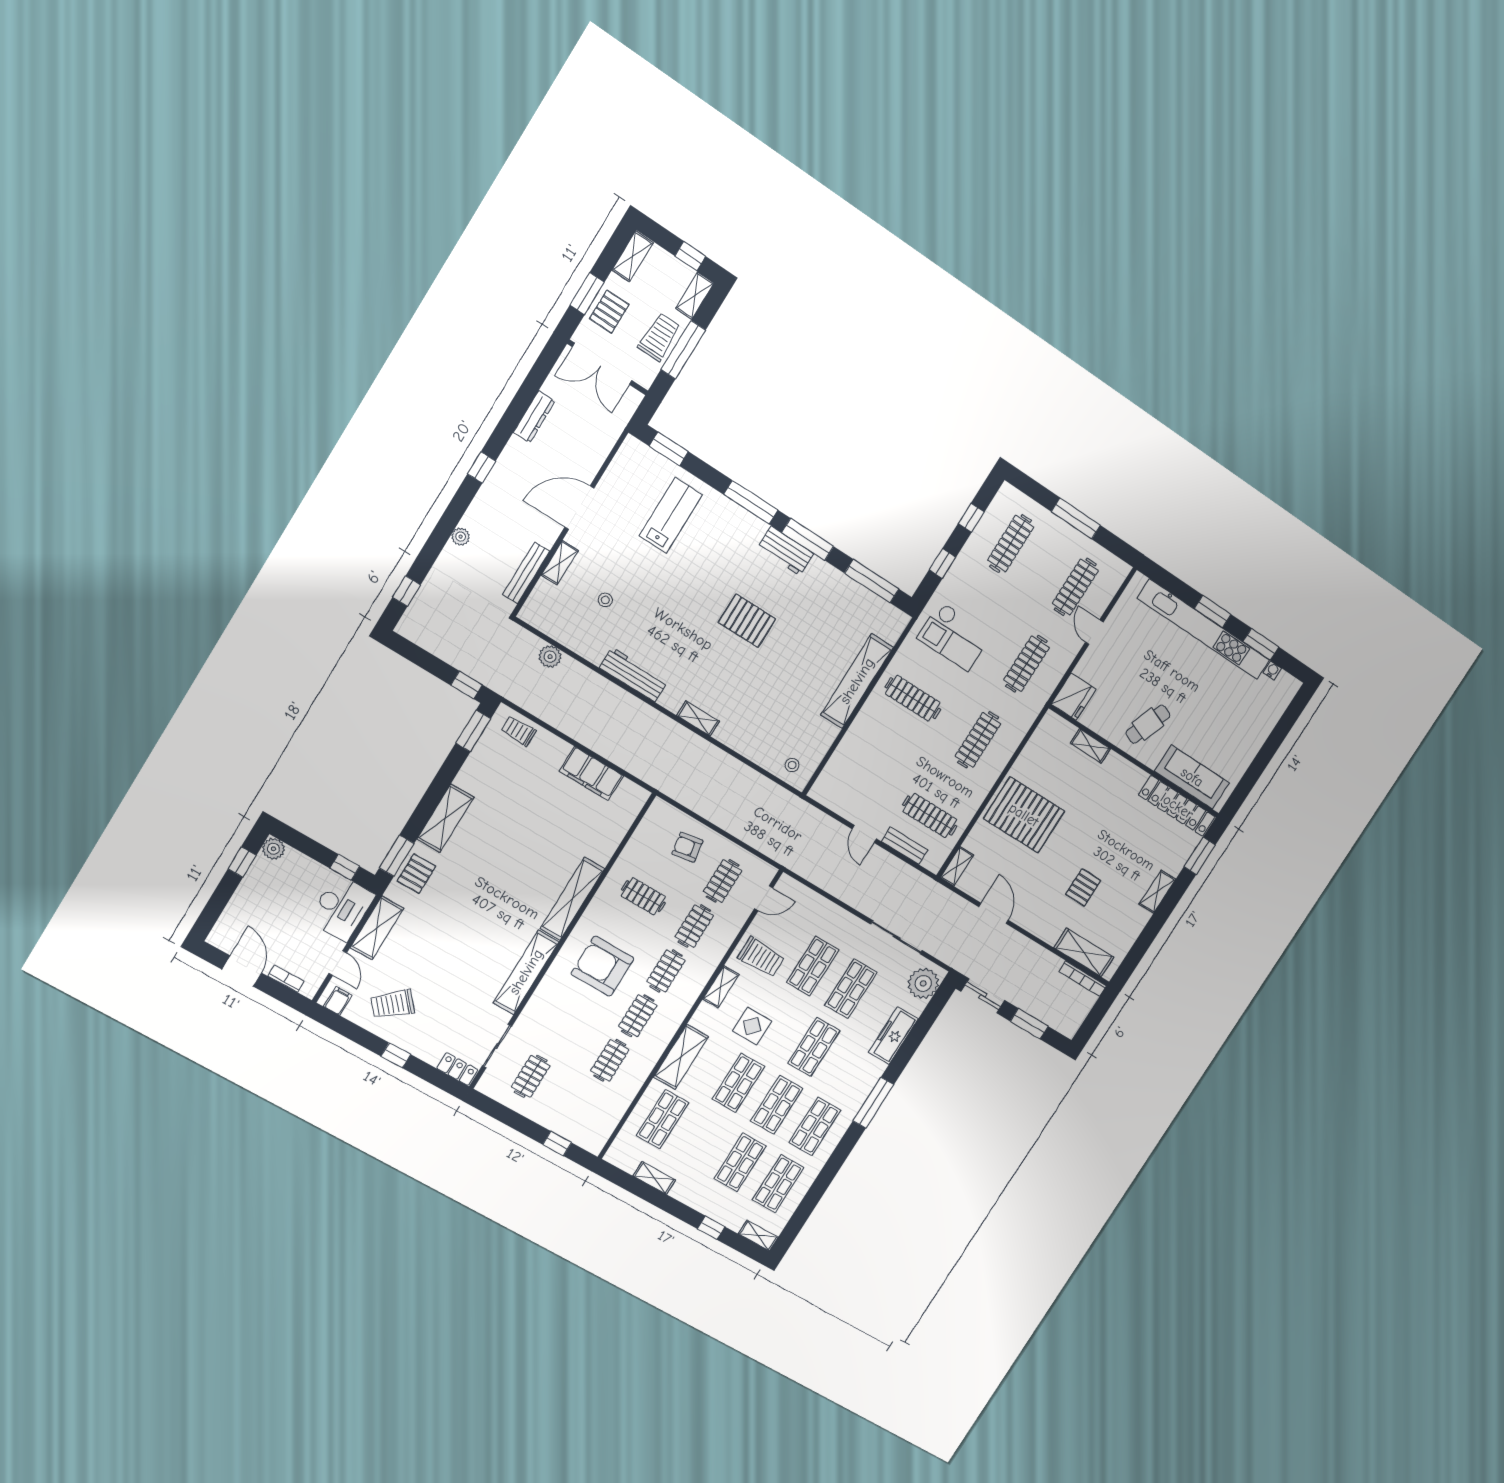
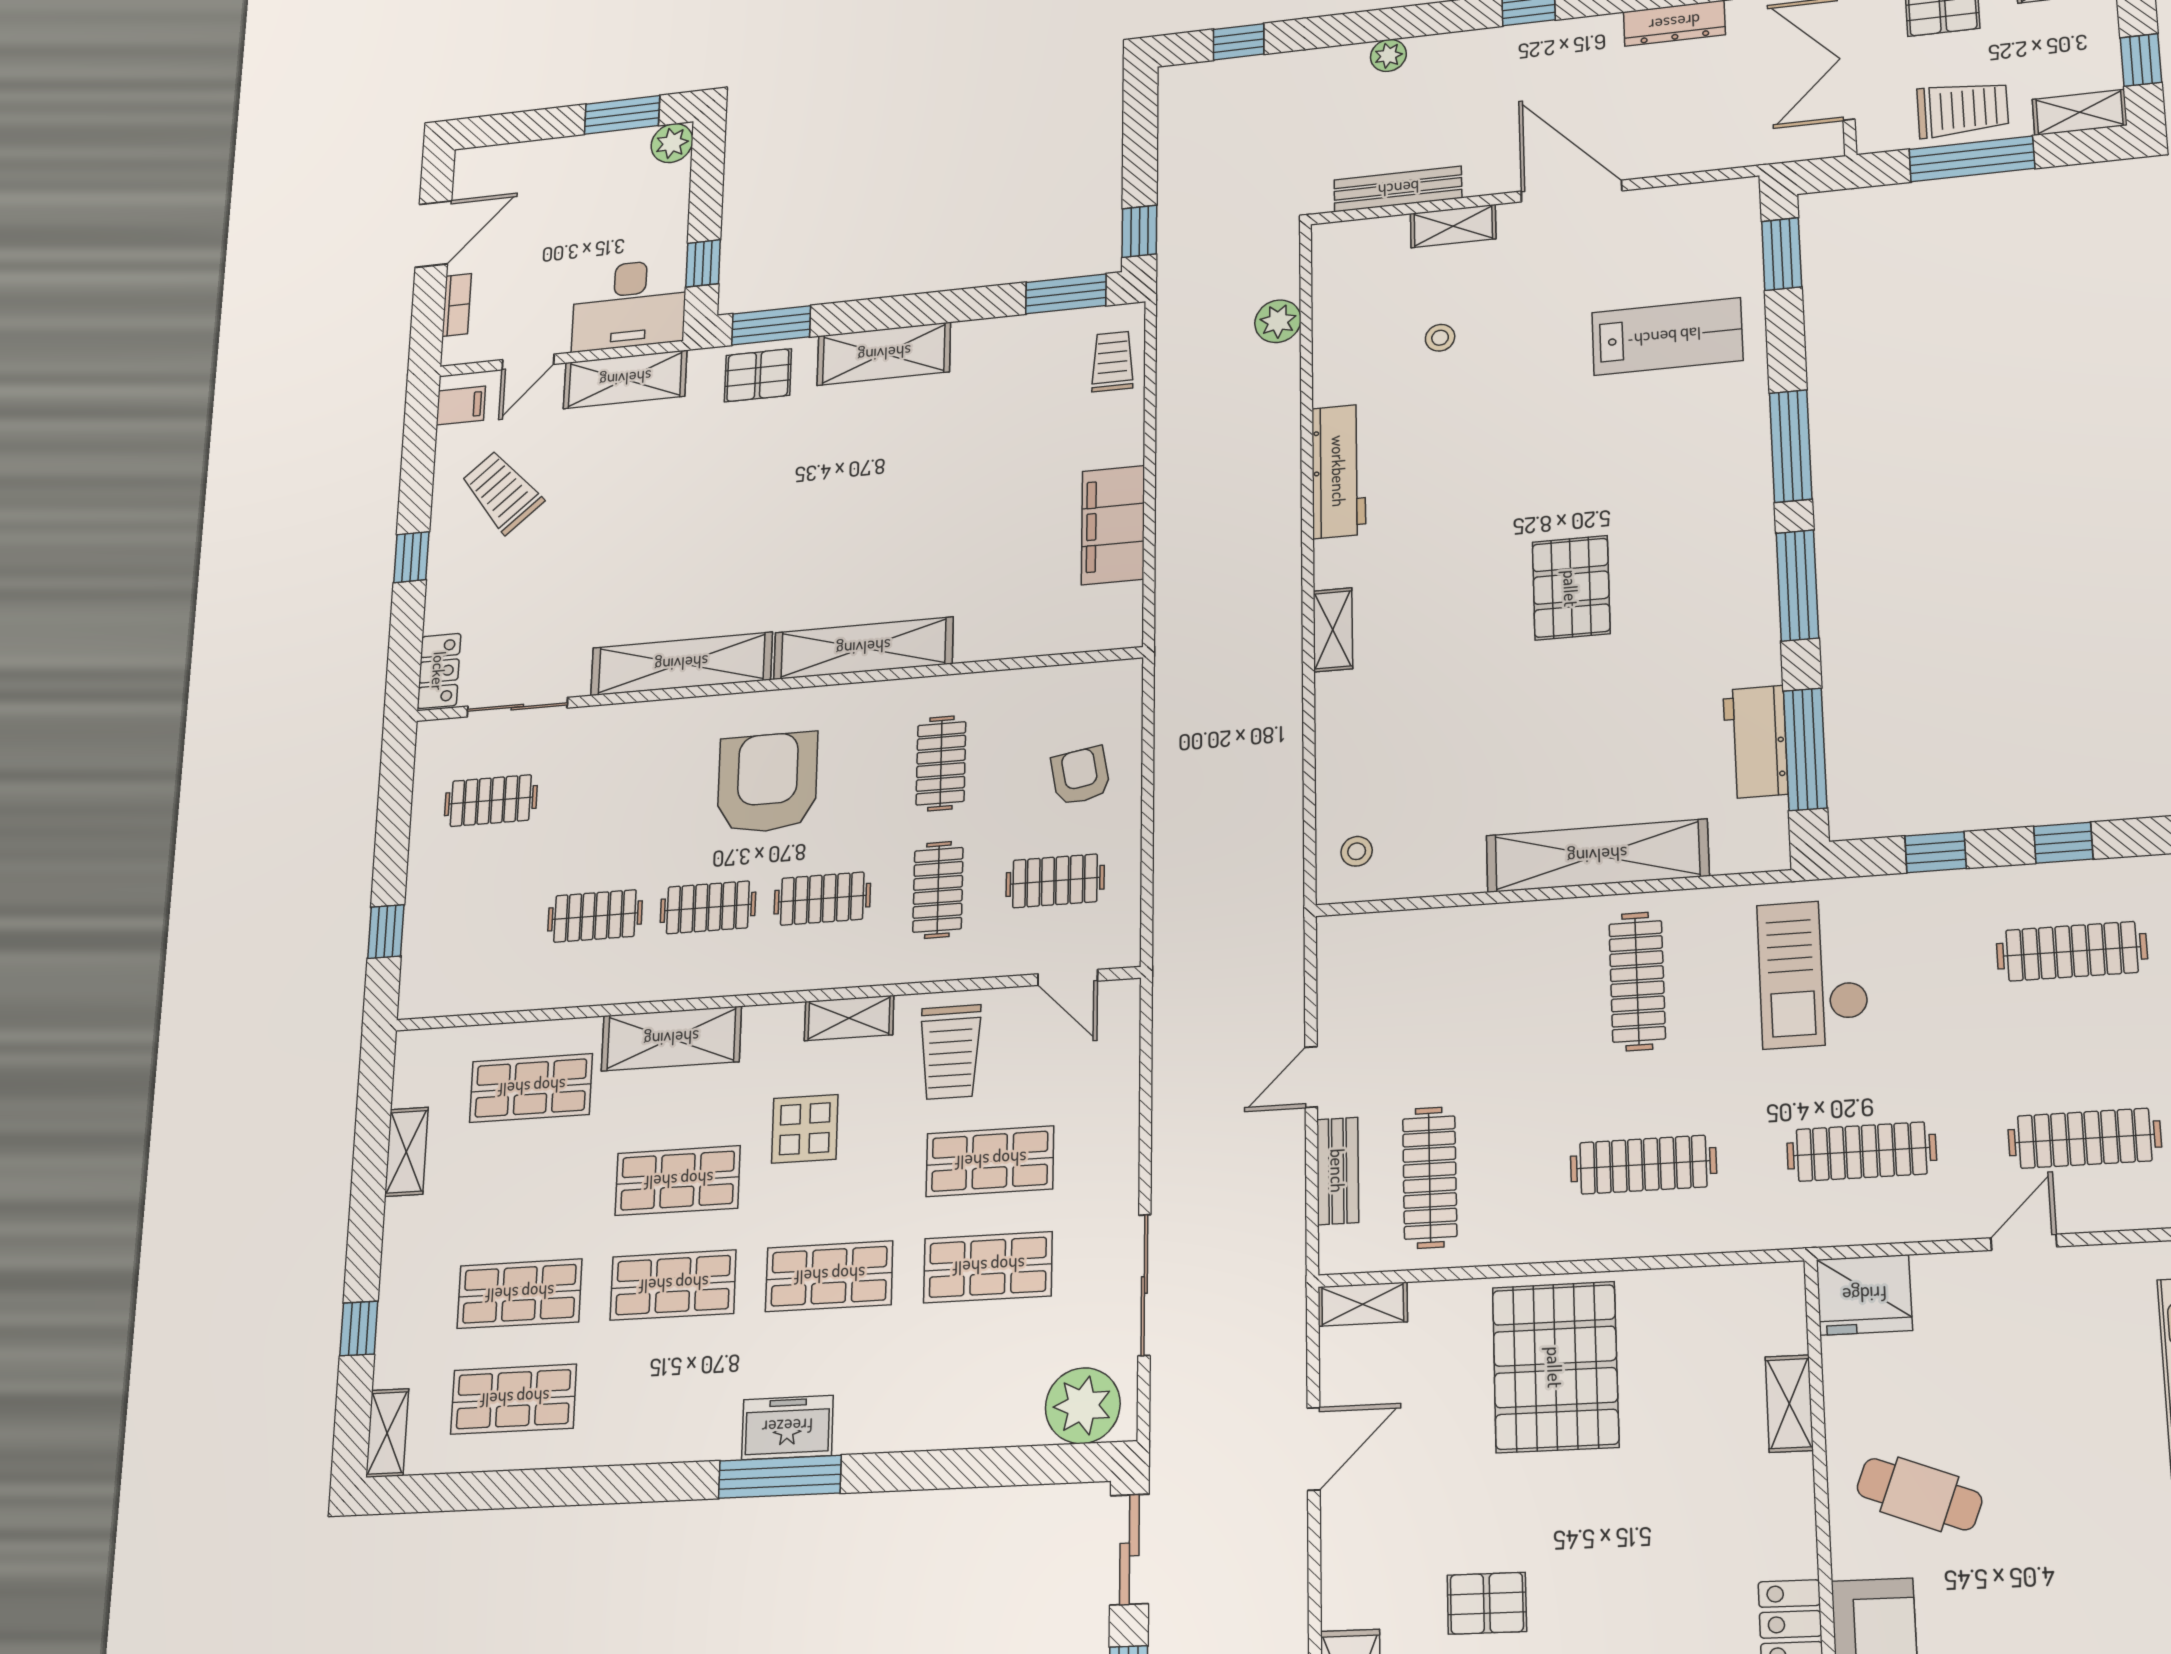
workbench: (786, 551) -> (1755, 742), moved
window: (242, 862) -> (622, 115), width x1.50
clothes rail: (694, 926) -> (938, 890), turned 90
freezer: (893, 1036) -> (787, 1427), moved, width x0.71
shop shelf: (815, 1126) -> (668, 1391), removed

